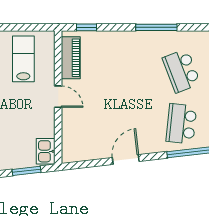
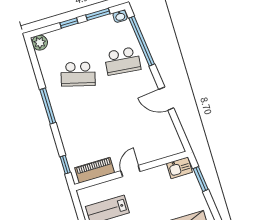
school desk: (181, 71) -> (78, 74), turned 36

